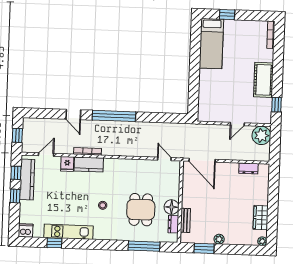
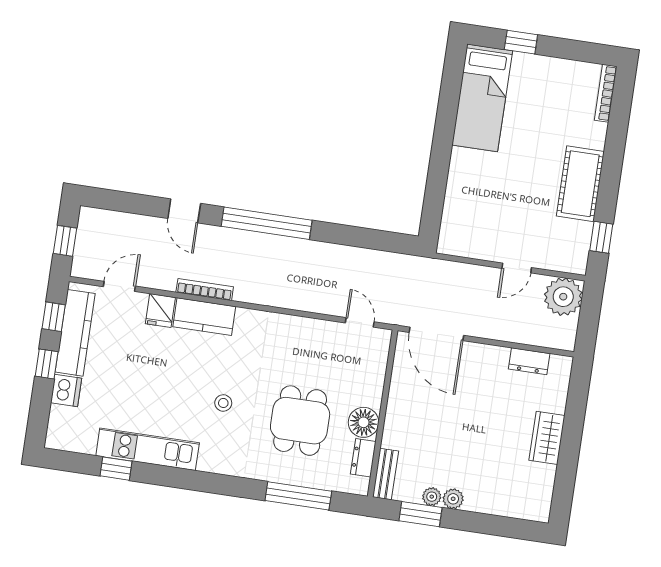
wardrobe: (261, 218) -> (547, 438), moved
bench: (185, 220) -> (386, 474), moved
dishwasher: (26, 230) -> (66, 390), moved, turned 90
plant: (262, 241) -> (432, 497), moved

